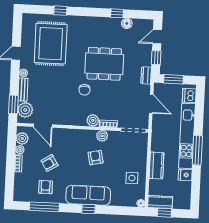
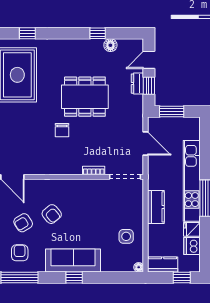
dresser: (146, 75) -> (137, 84), moved
dishwasher: (189, 96) -> (192, 246), moved
plant: (93, 120) -> (74, 167), removed
plant: (102, 136) -> (87, 186), removed
armchair: (95, 158) -> (52, 214), moved, turned 152
kitchen counter: (156, 166) -> (156, 207), moved
window: (164, 213) -> (182, 277), moved

